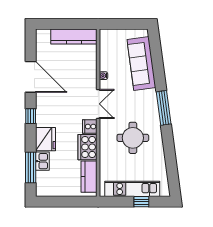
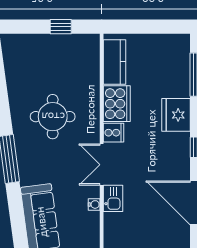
kitchen sink: (42, 161) -> (113, 198), moved, turned 180
kitchen unit: (132, 189) -> (53, 45), removed
window: (141, 202) -> (61, 27), moved

